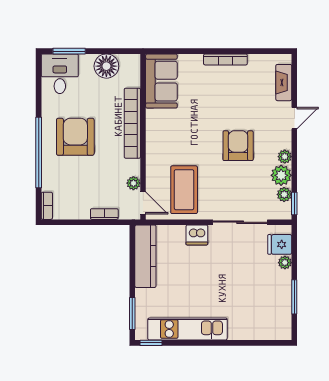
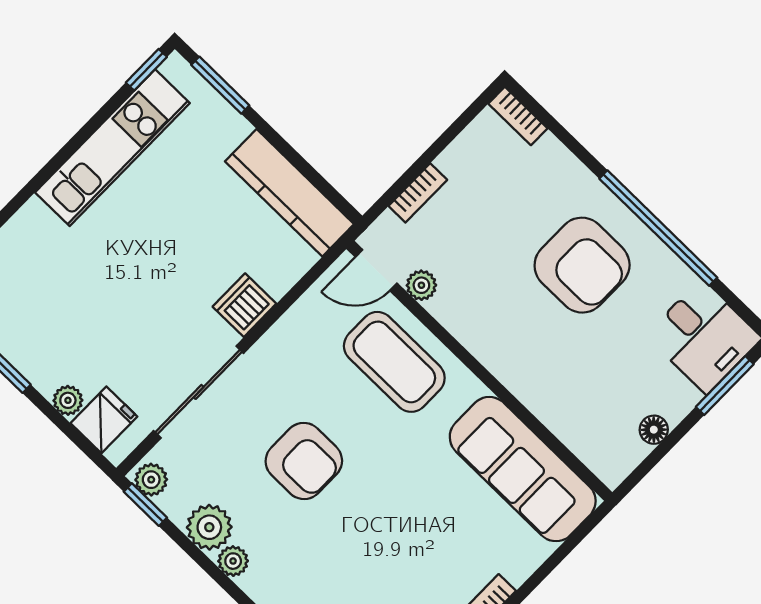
floor lamp: (106, 66) -> (654, 430), width x0.53, depth x0.53
sofa: (161, 81) -> (523, 469), width x1.36
bookcase: (132, 123) -> (517, 375), removed
armchair: (238, 146) -> (304, 461), moved
window: (39, 153) -> (658, 228), moved
coffee table: (184, 190) -> (394, 362), moved
plant: (284, 194) -> (151, 480), moved

